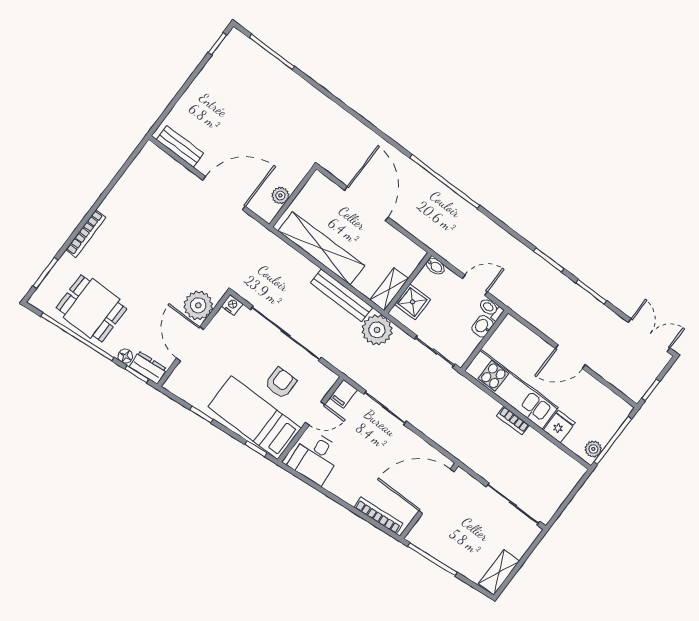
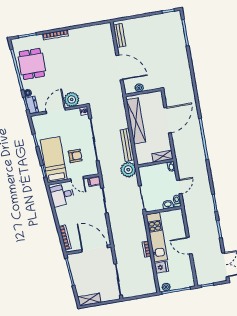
door: (475, 285) -> (179, 187), hinge flipped
shelving: (389, 289) -> (163, 156), moved
shower: (413, 302) -> (151, 172), removed

